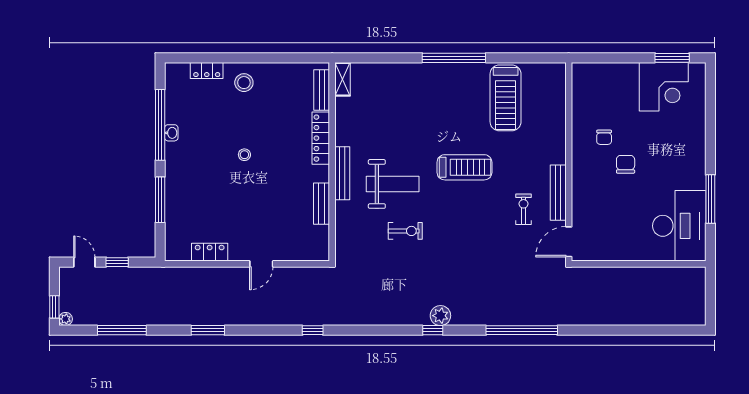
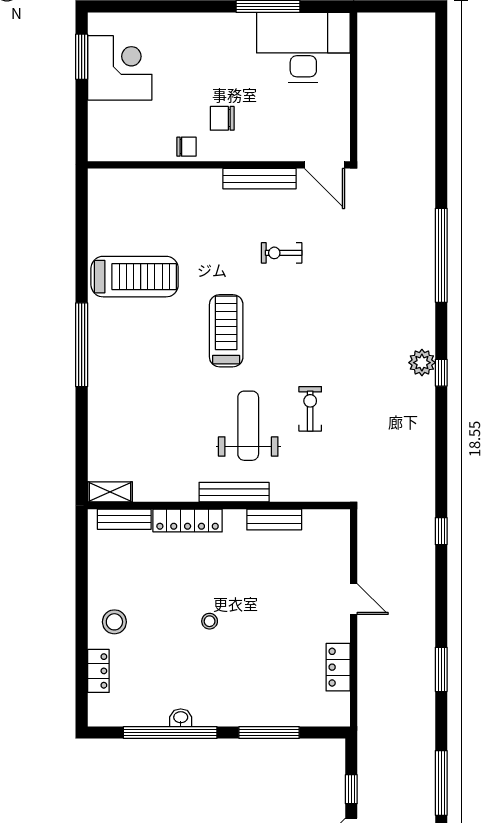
wall: (569, 162) -> (219, 165), moved
bench: (558, 193) -> (260, 179), moved
door: (569, 242) -> (324, 165), moved

